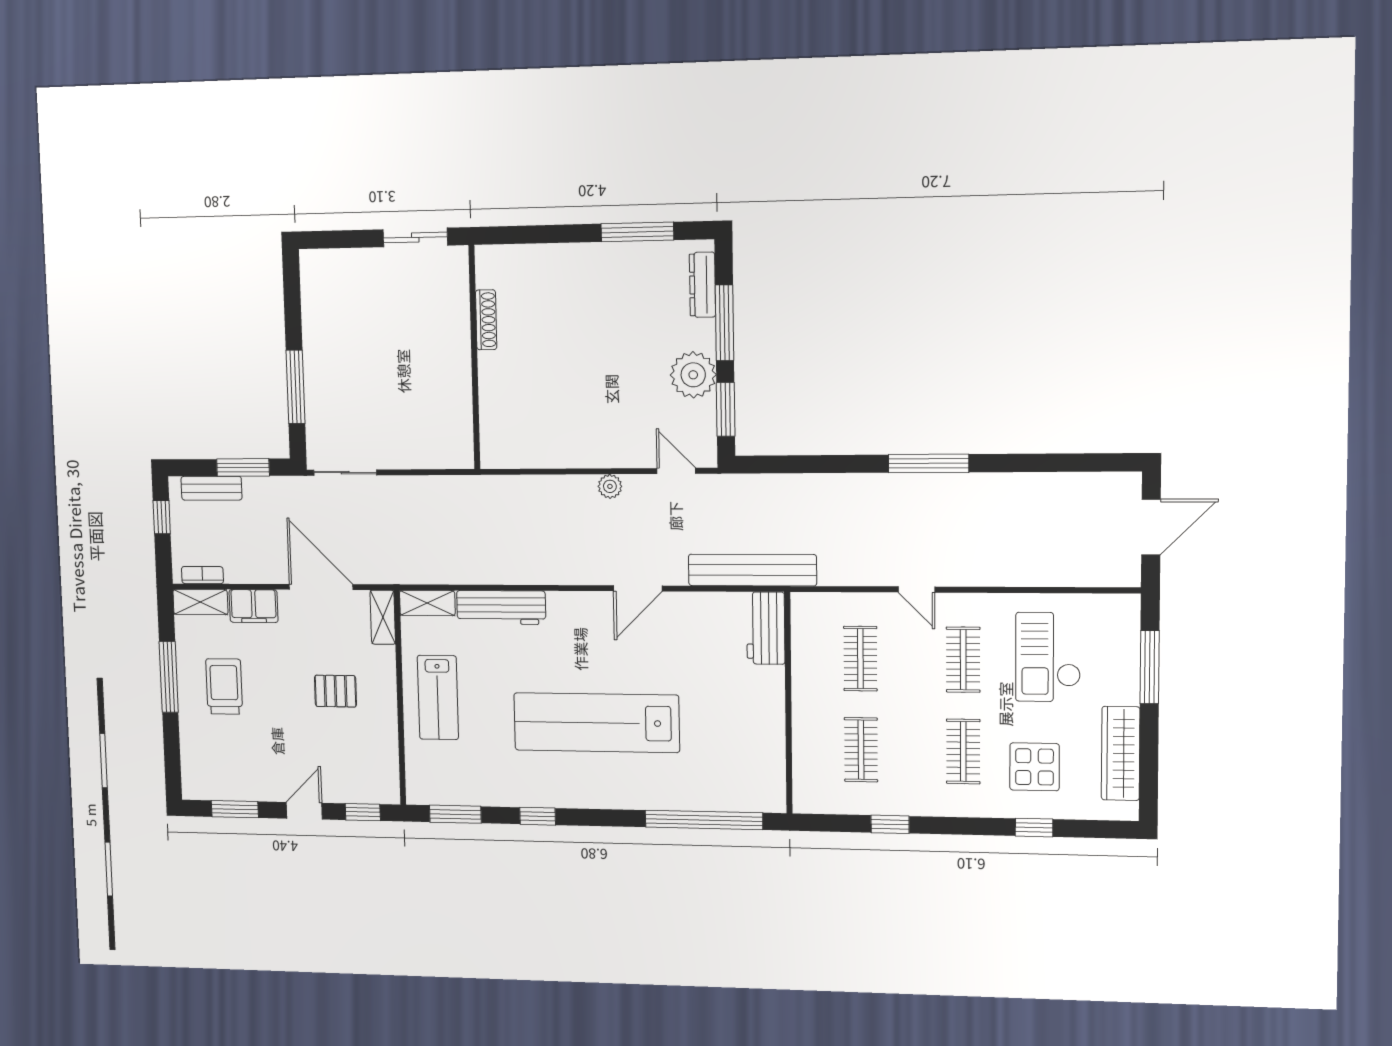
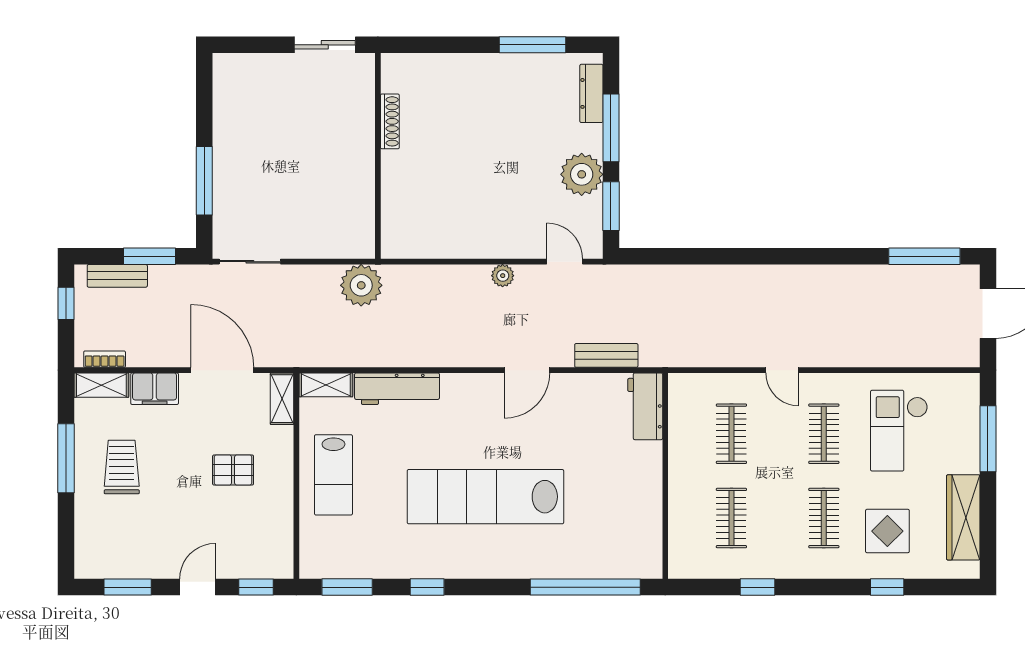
window: (929, 463) -> (924, 256), moved
plant: (461, 497) -> (361, 285), added
bench: (752, 570) -> (606, 355), width x0.54, depth x0.82

